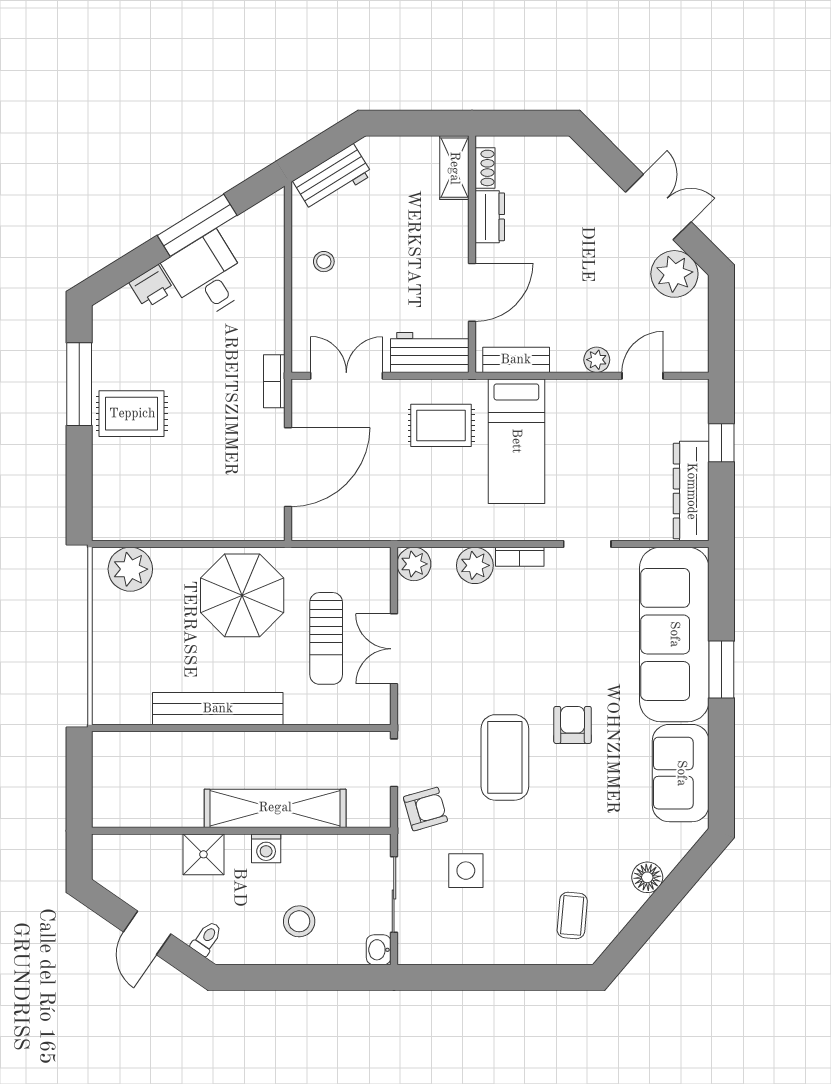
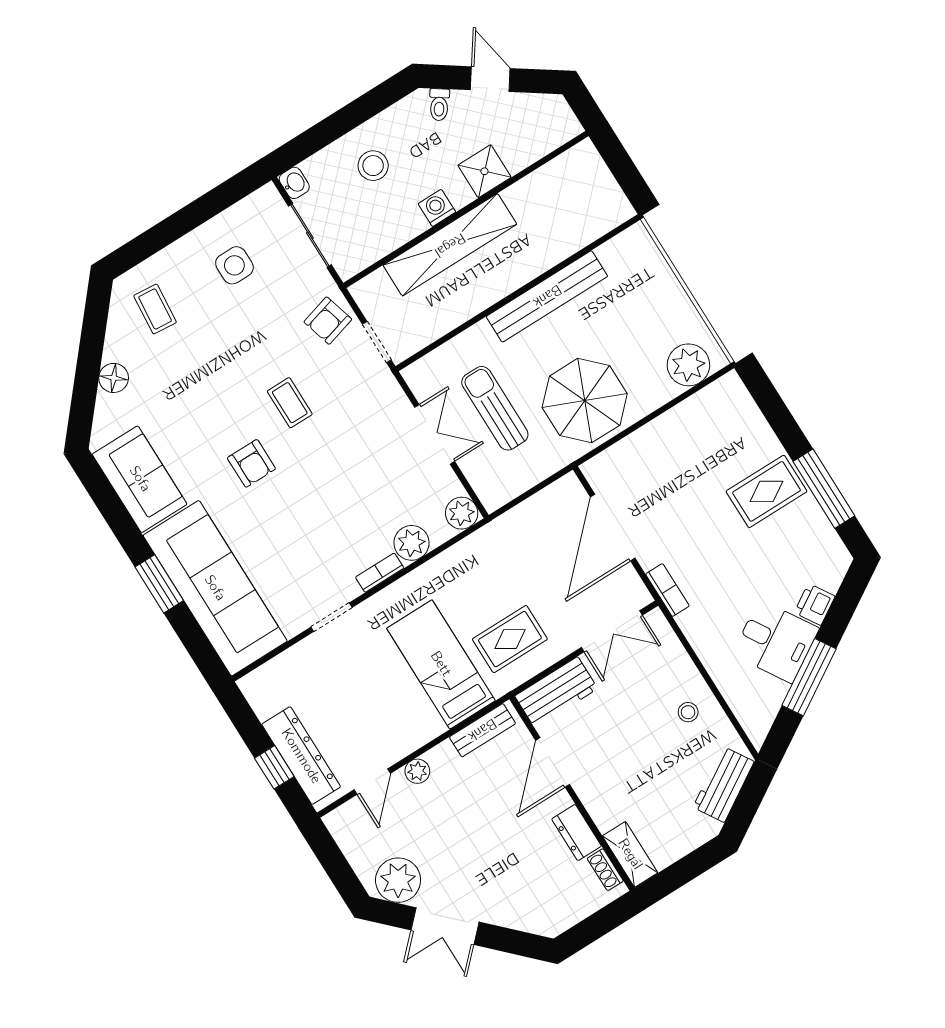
dresser: (691, 491) -> (301, 756), moved
coffee table: (505, 757) -> (290, 403), width x0.54, depth x0.58
side table: (466, 871) -> (234, 265), moved

